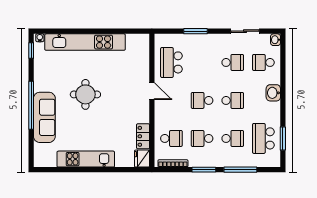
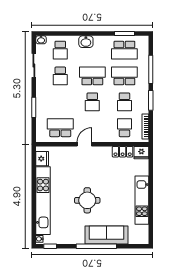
fridge: (135, 41) -> (42, 159), added
school desk: (171, 62) -> (60, 128), turned 180
school desk: (233, 62) -> (60, 76), turned 180
school desk: (233, 100) -> (92, 76), width x1.85
school desk: (233, 138) -> (124, 76), width x1.85

